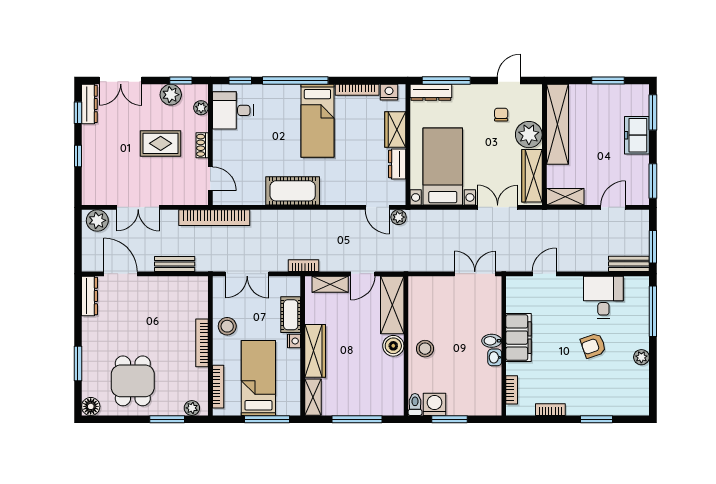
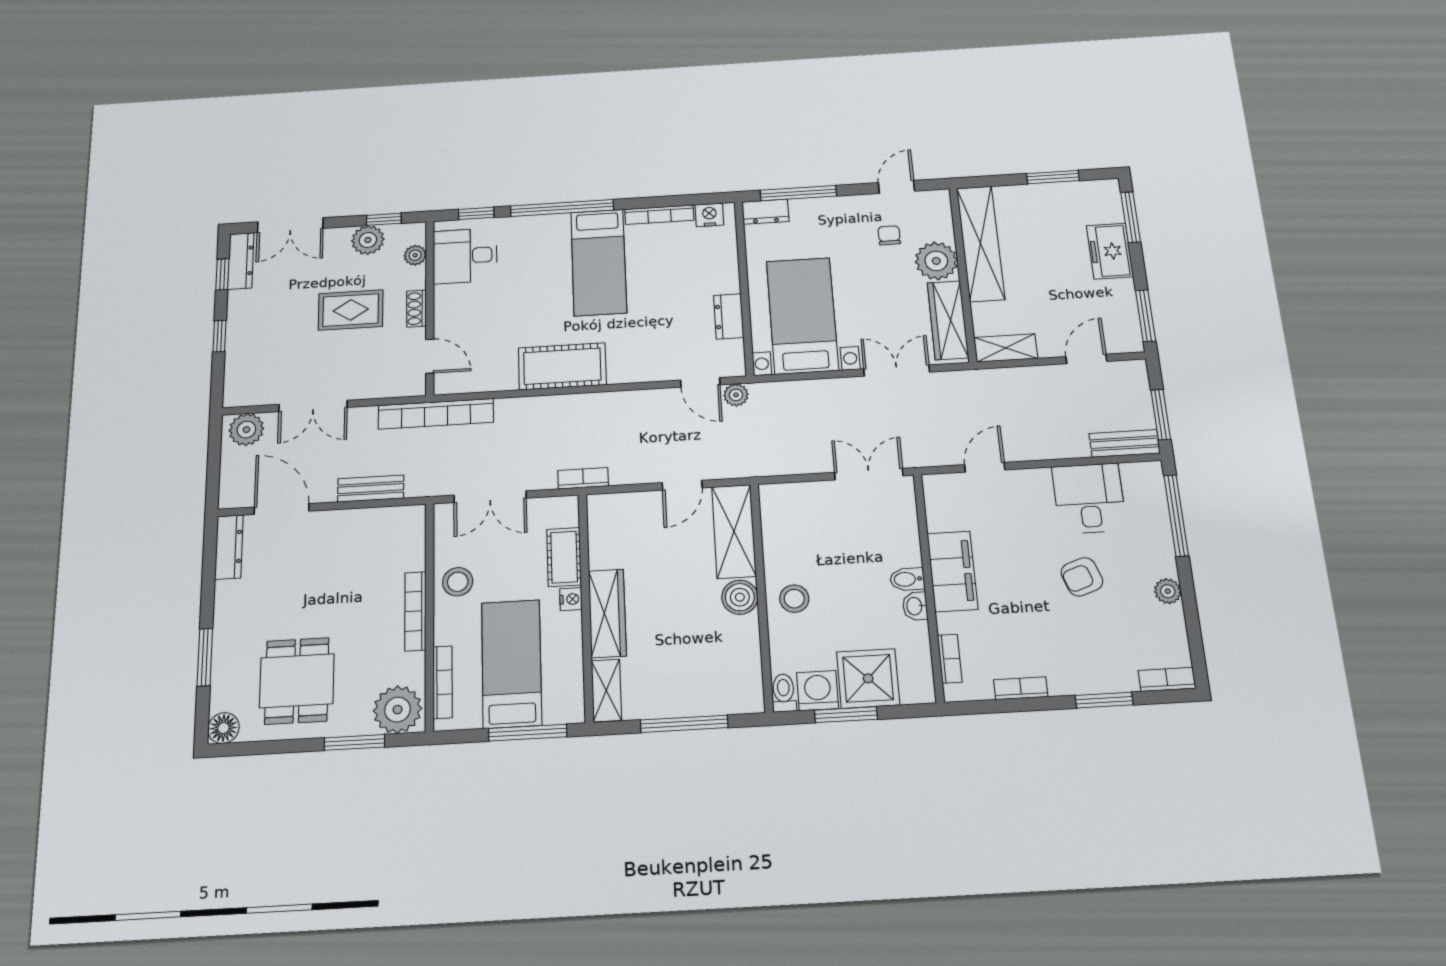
dresser: (431, 92) -> (765, 212), width x0.70
wardrobe: (395, 130) -> (723, 267), removed
shelving: (330, 284) -> (629, 505), removed
shower: (464, 399) -> (868, 678), added
plant: (192, 408) -> (397, 710), width x1.88, depth x1.88
bookcase: (634, 409) -> (1167, 679), added

